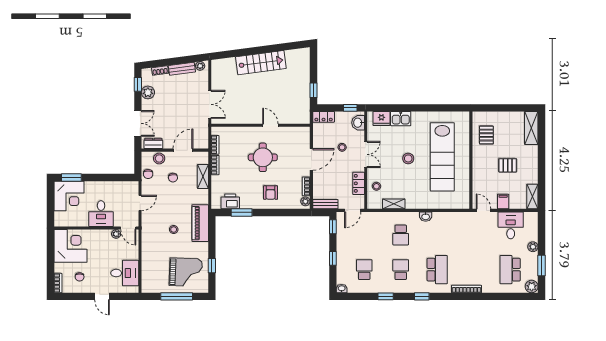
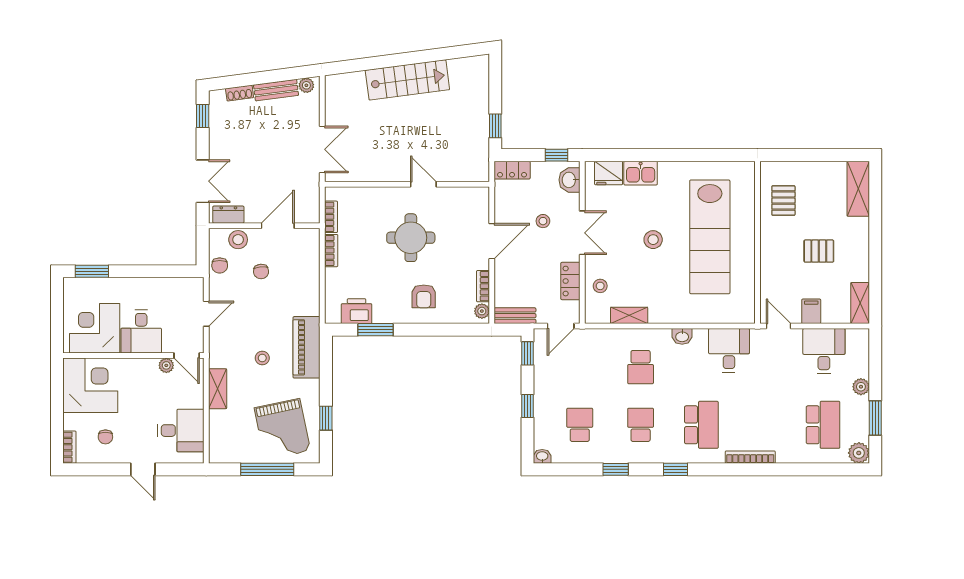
plant: (148, 92) -> (219, 130), removed
shelving: (203, 176) -> (218, 389), moved
corner desk: (69, 196) -> (95, 328), moved, turned 180
desk: (454, 225) -> (729, 350), added
school desk: (510, 270) -> (823, 425), turned 180
grand piano: (186, 272) -> (282, 429), turned 76

